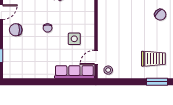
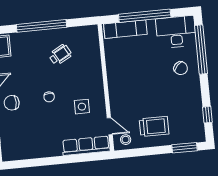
door: (96, 57) -> (110, 126), swing flipped
trolley: (153, 59) -> (154, 126), moved

